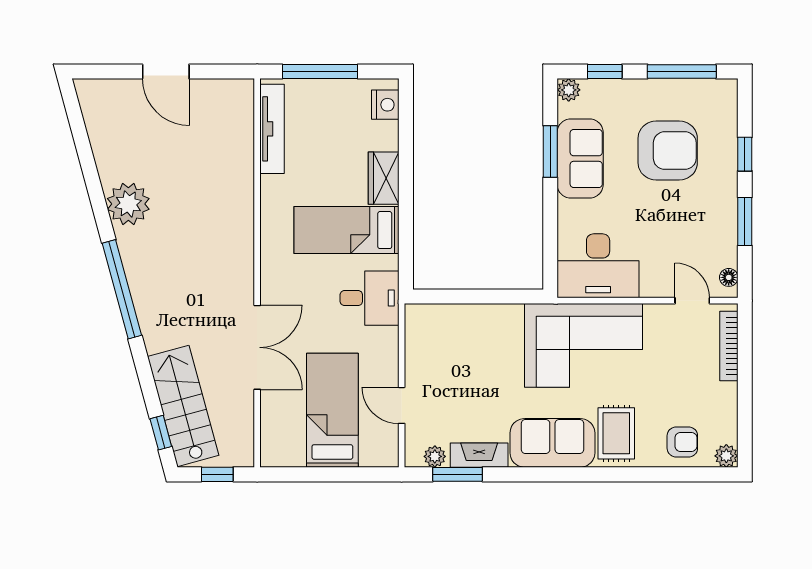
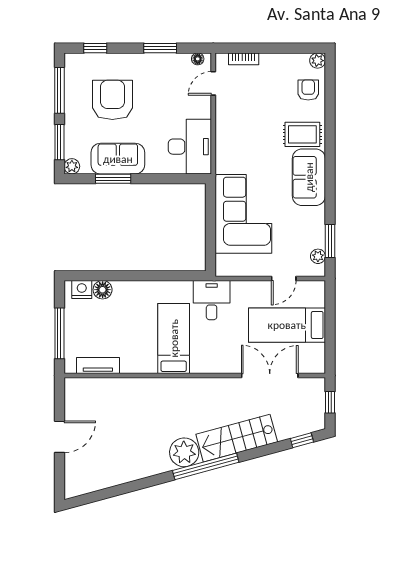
window: (605, 72) -> (59, 142), width x1.50
tv unit: (272, 129) -> (98, 365), width x0.71
floor lamp: (385, 136) -> (103, 290), added
window: (745, 154) -> (95, 48), moved
wardrobe: (384, 178) -> (131, 291), removed
plant: (128, 204) -> (184, 452), moved
bed: (347, 230) -> (174, 338), moved, turned 180
corner sofa: (584, 345) -> (243, 214), moved
bookcase: (729, 346) -> (244, 59), width x0.64
double door: (257, 347) -> (270, 376), moved
stairs: (183, 406) -> (237, 438), moved
fireplace: (479, 455) -> (317, 226), removed

